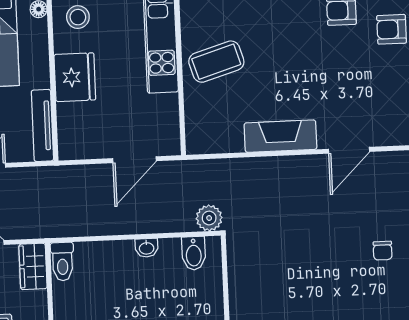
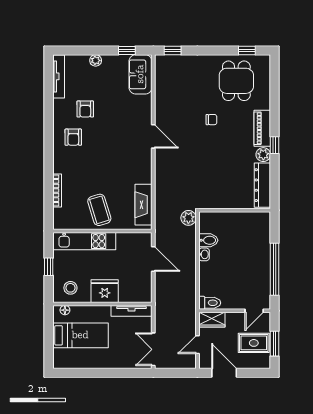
fireplace: (280, 136) -> (144, 205), moved
bidet: (194, 253) -> (208, 240), moved

